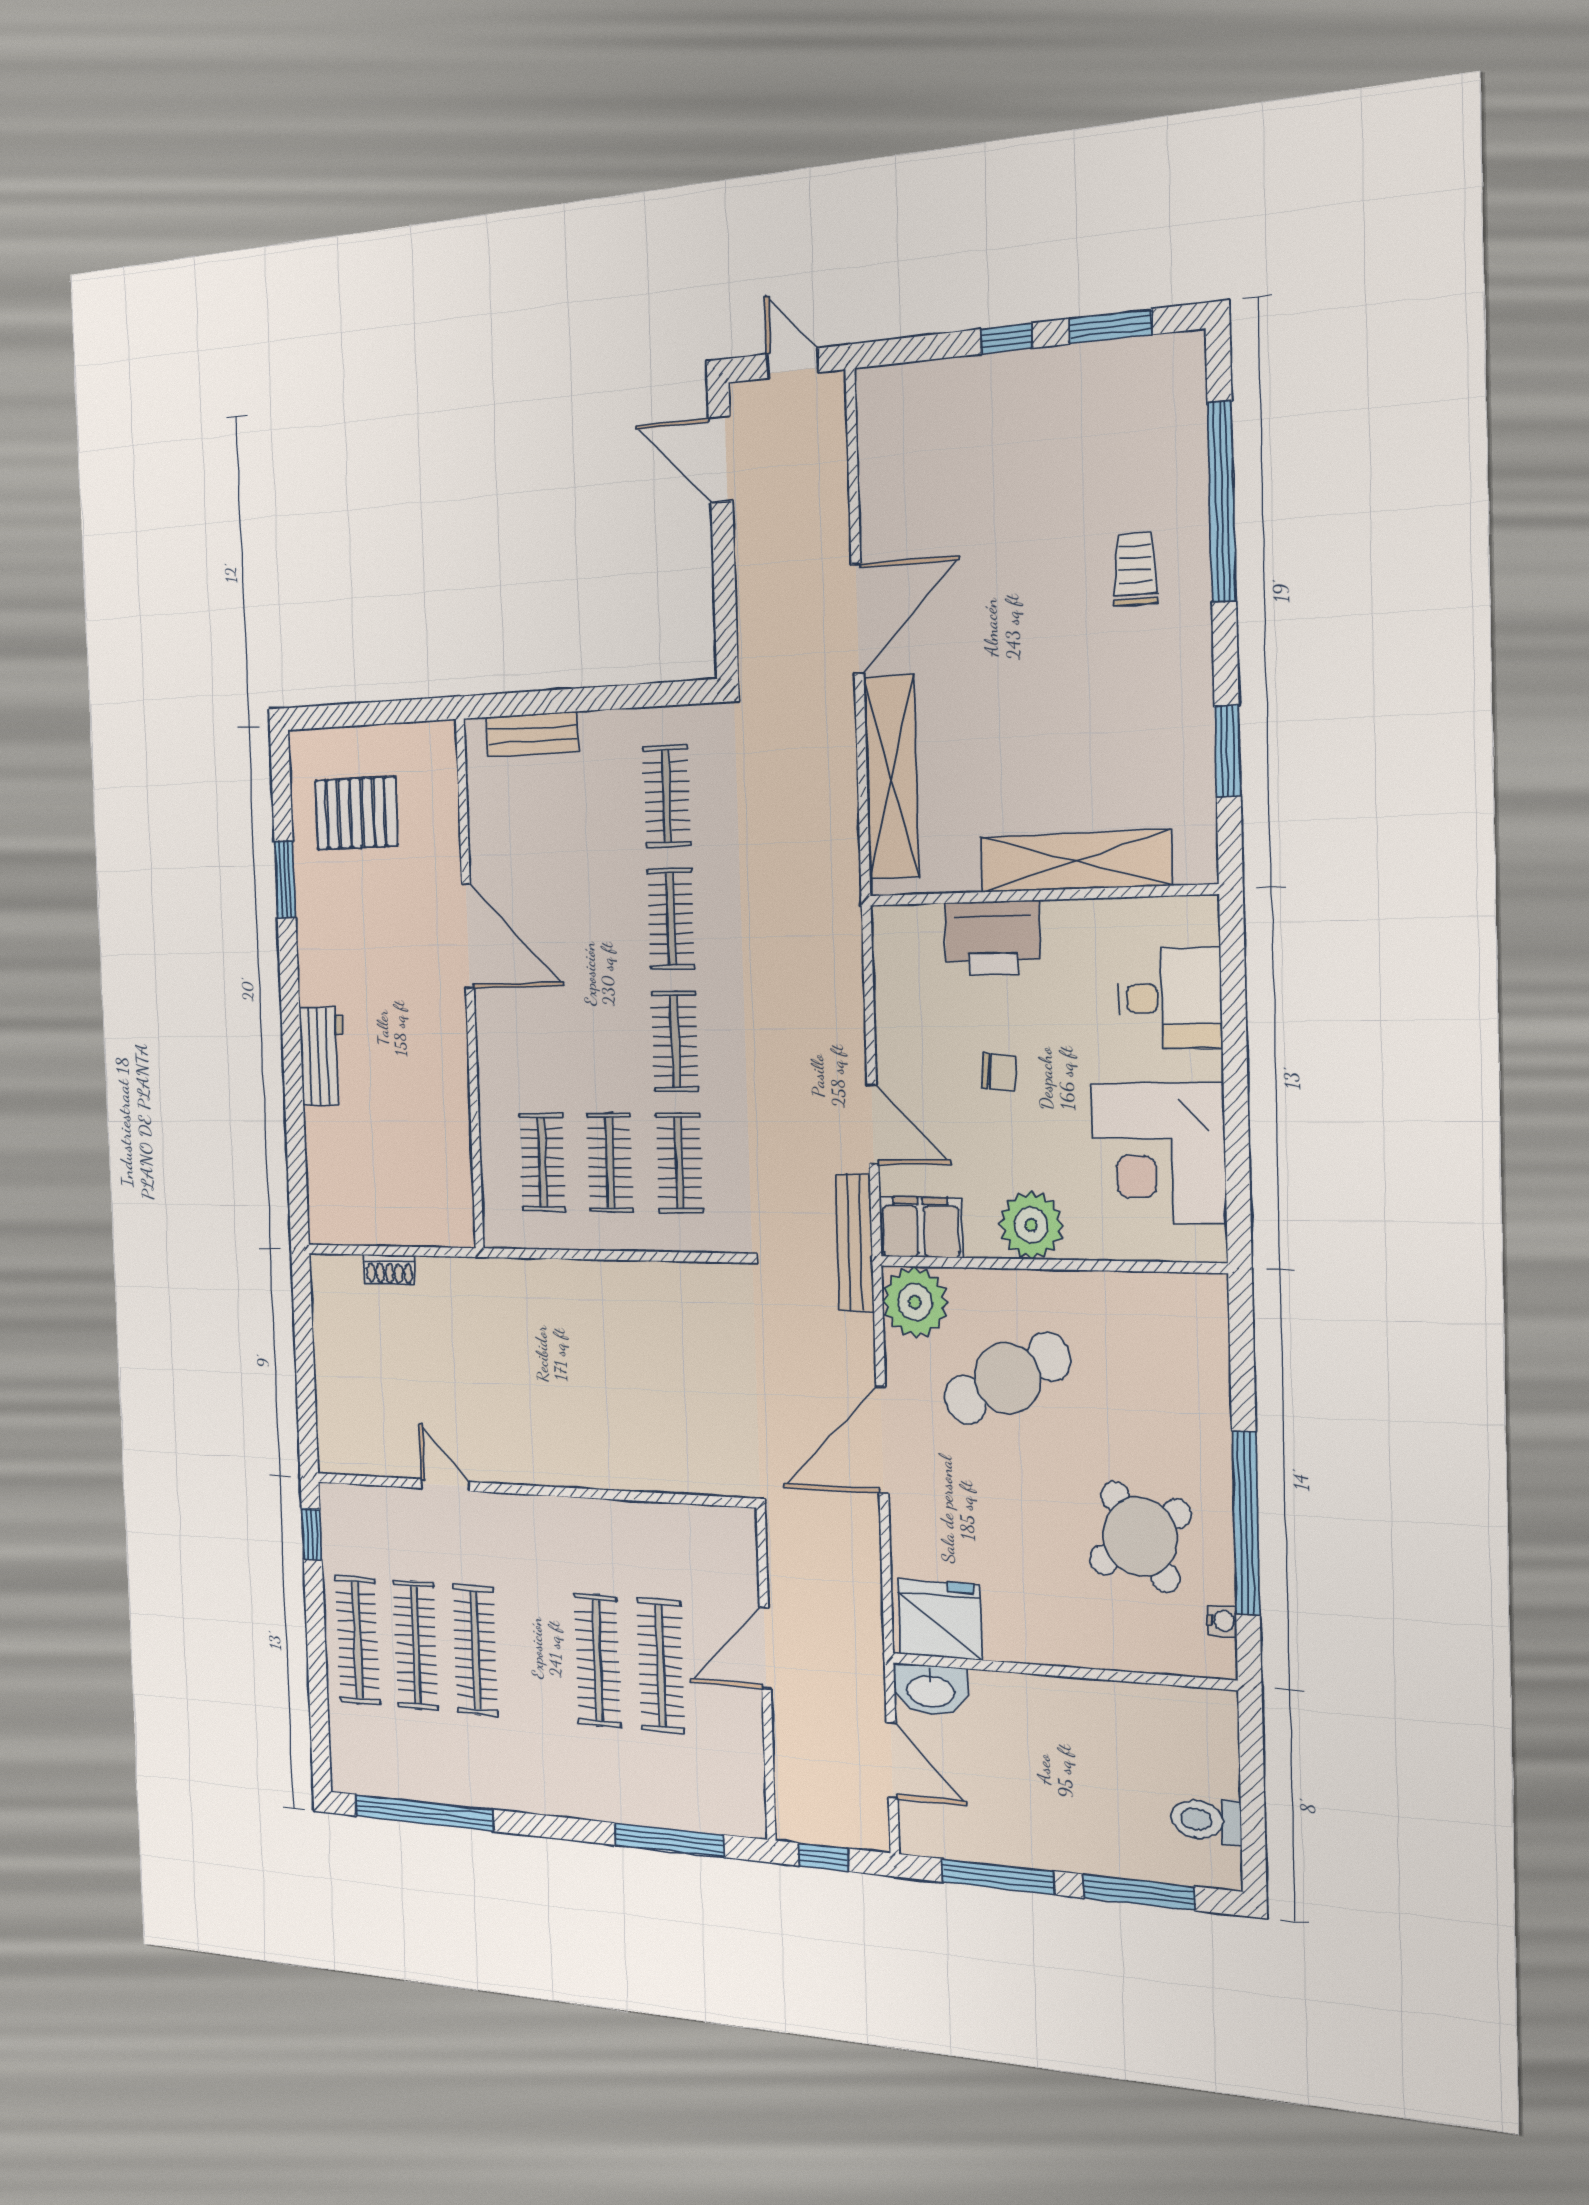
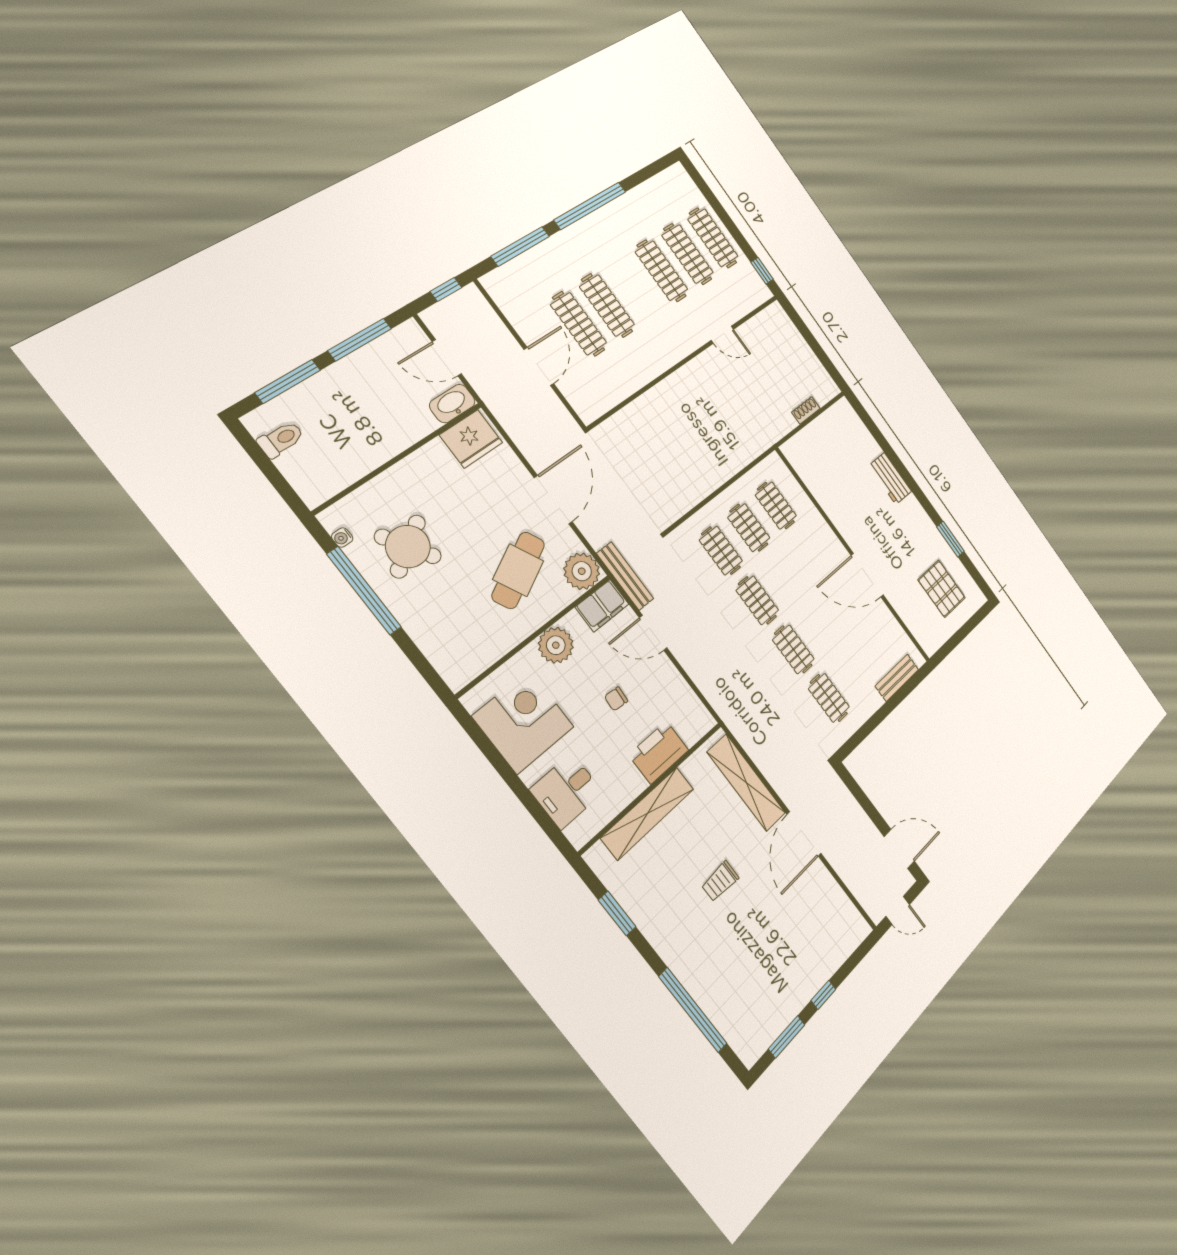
trolley: (1135, 569) -> (720, 881), moved, turned 90
pallet: (356, 813) -> (942, 589), turned 90
window: (424, 1813) -> (590, 206), moved

